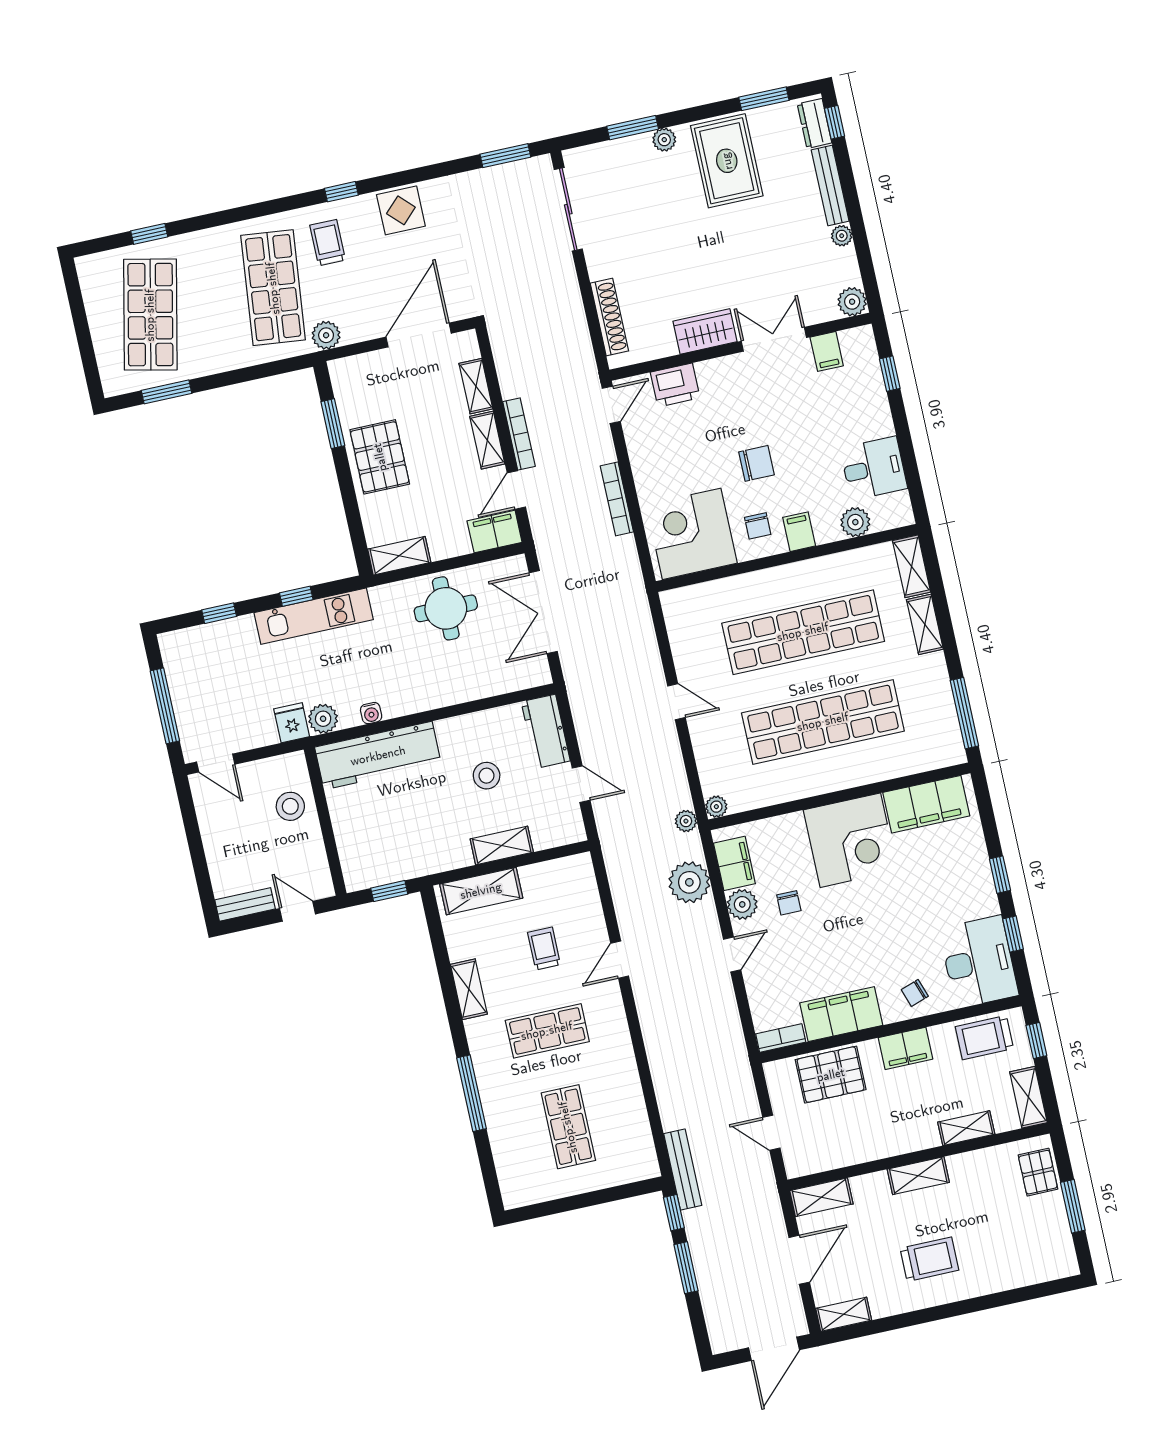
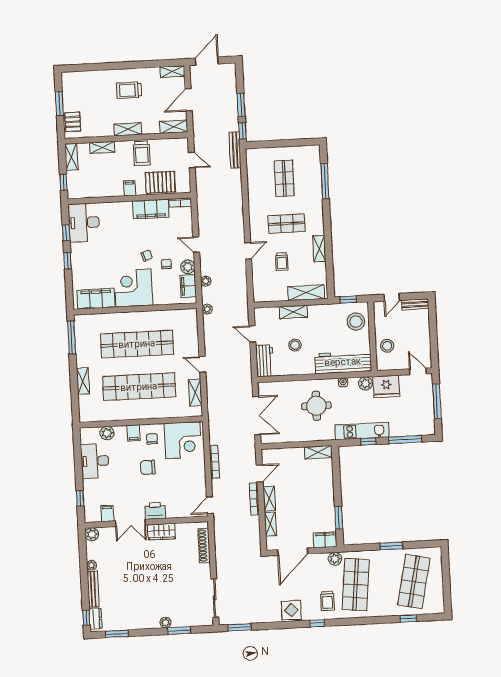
rug: (727, 161) -> (139, 608), removed
printer: (675, 385) -> (155, 511), moved
window: (166, 392) -> (391, 546), moved
pallet: (380, 457) -> (320, 499), removed
desk: (874, 468) -> (95, 461), width x1.37
filing cabinet: (495, 532) -> (325, 540), moved, turned 180
shelving: (912, 566) -> (195, 393), moved
round table: (446, 608) -> (316, 406), moved
window: (219, 613) -> (405, 440), width x2.17
fridge: (292, 723) -> (386, 386), width x1.88, depth x1.34
plant: (716, 807) -> (192, 313), removed
stool: (365, 847) -> (356, 321), added
plant: (689, 882) -> (206, 281), width x0.53, depth x0.53
door: (297, 911) -> (392, 297), hinge flipped
door: (732, 955) -> (196, 245), hinge flipped
chair: (915, 993) -> (147, 255), moved
trolley: (984, 1038) -> (142, 153), moved, turned 90
filing cabinet: (905, 1048) -> (130, 188), width x0.50
window: (472, 1093) -> (325, 181), moved

